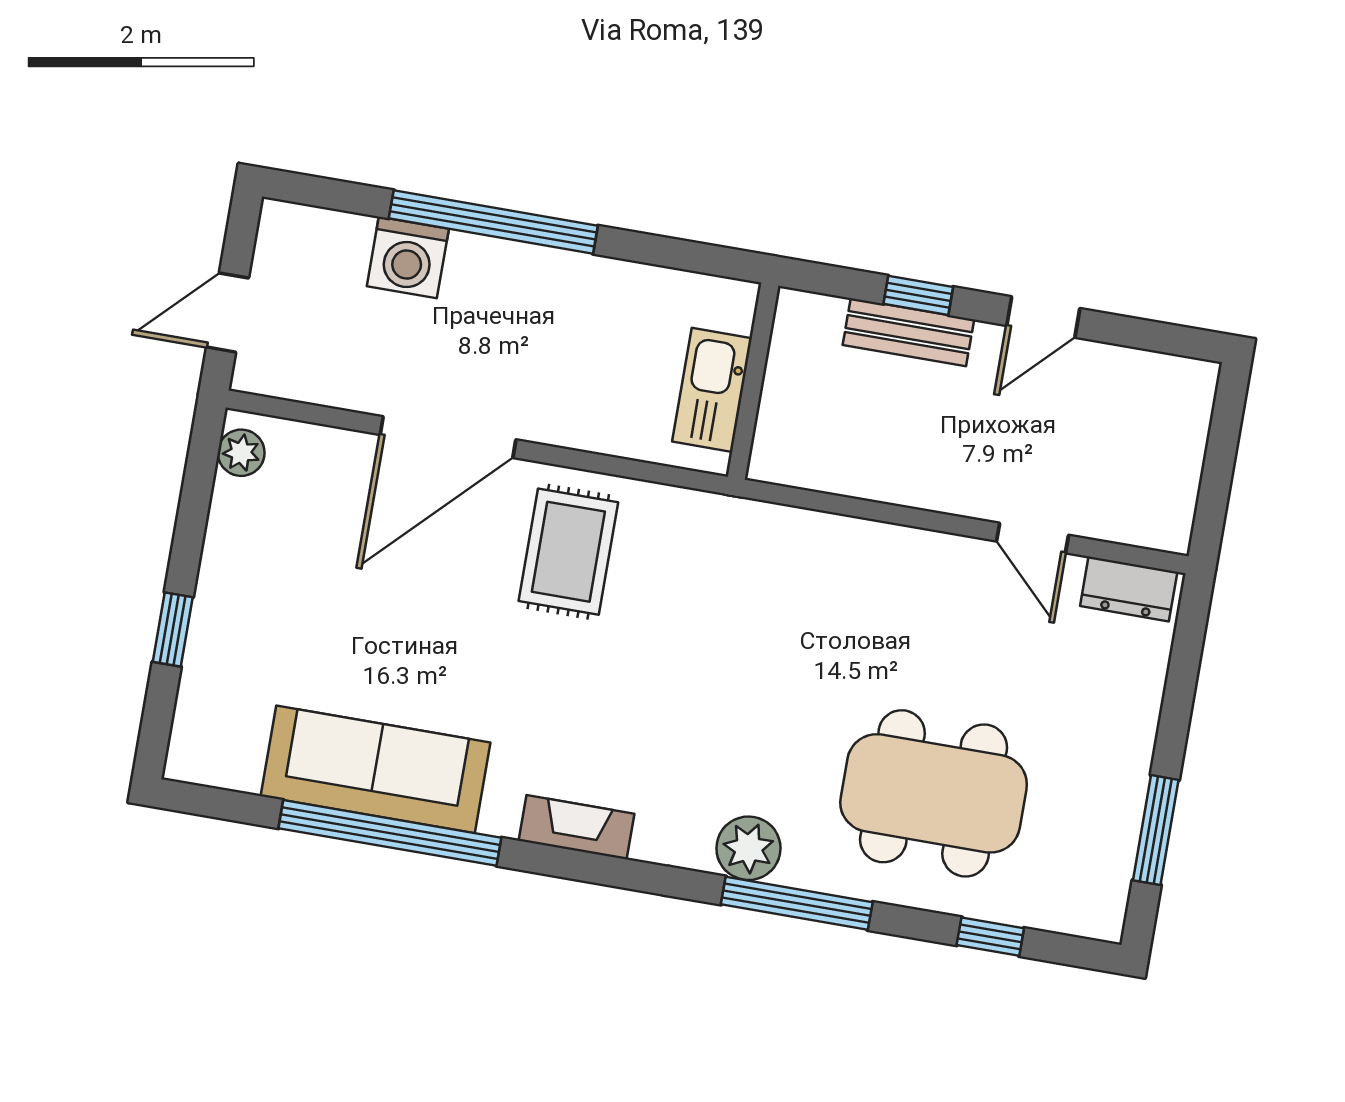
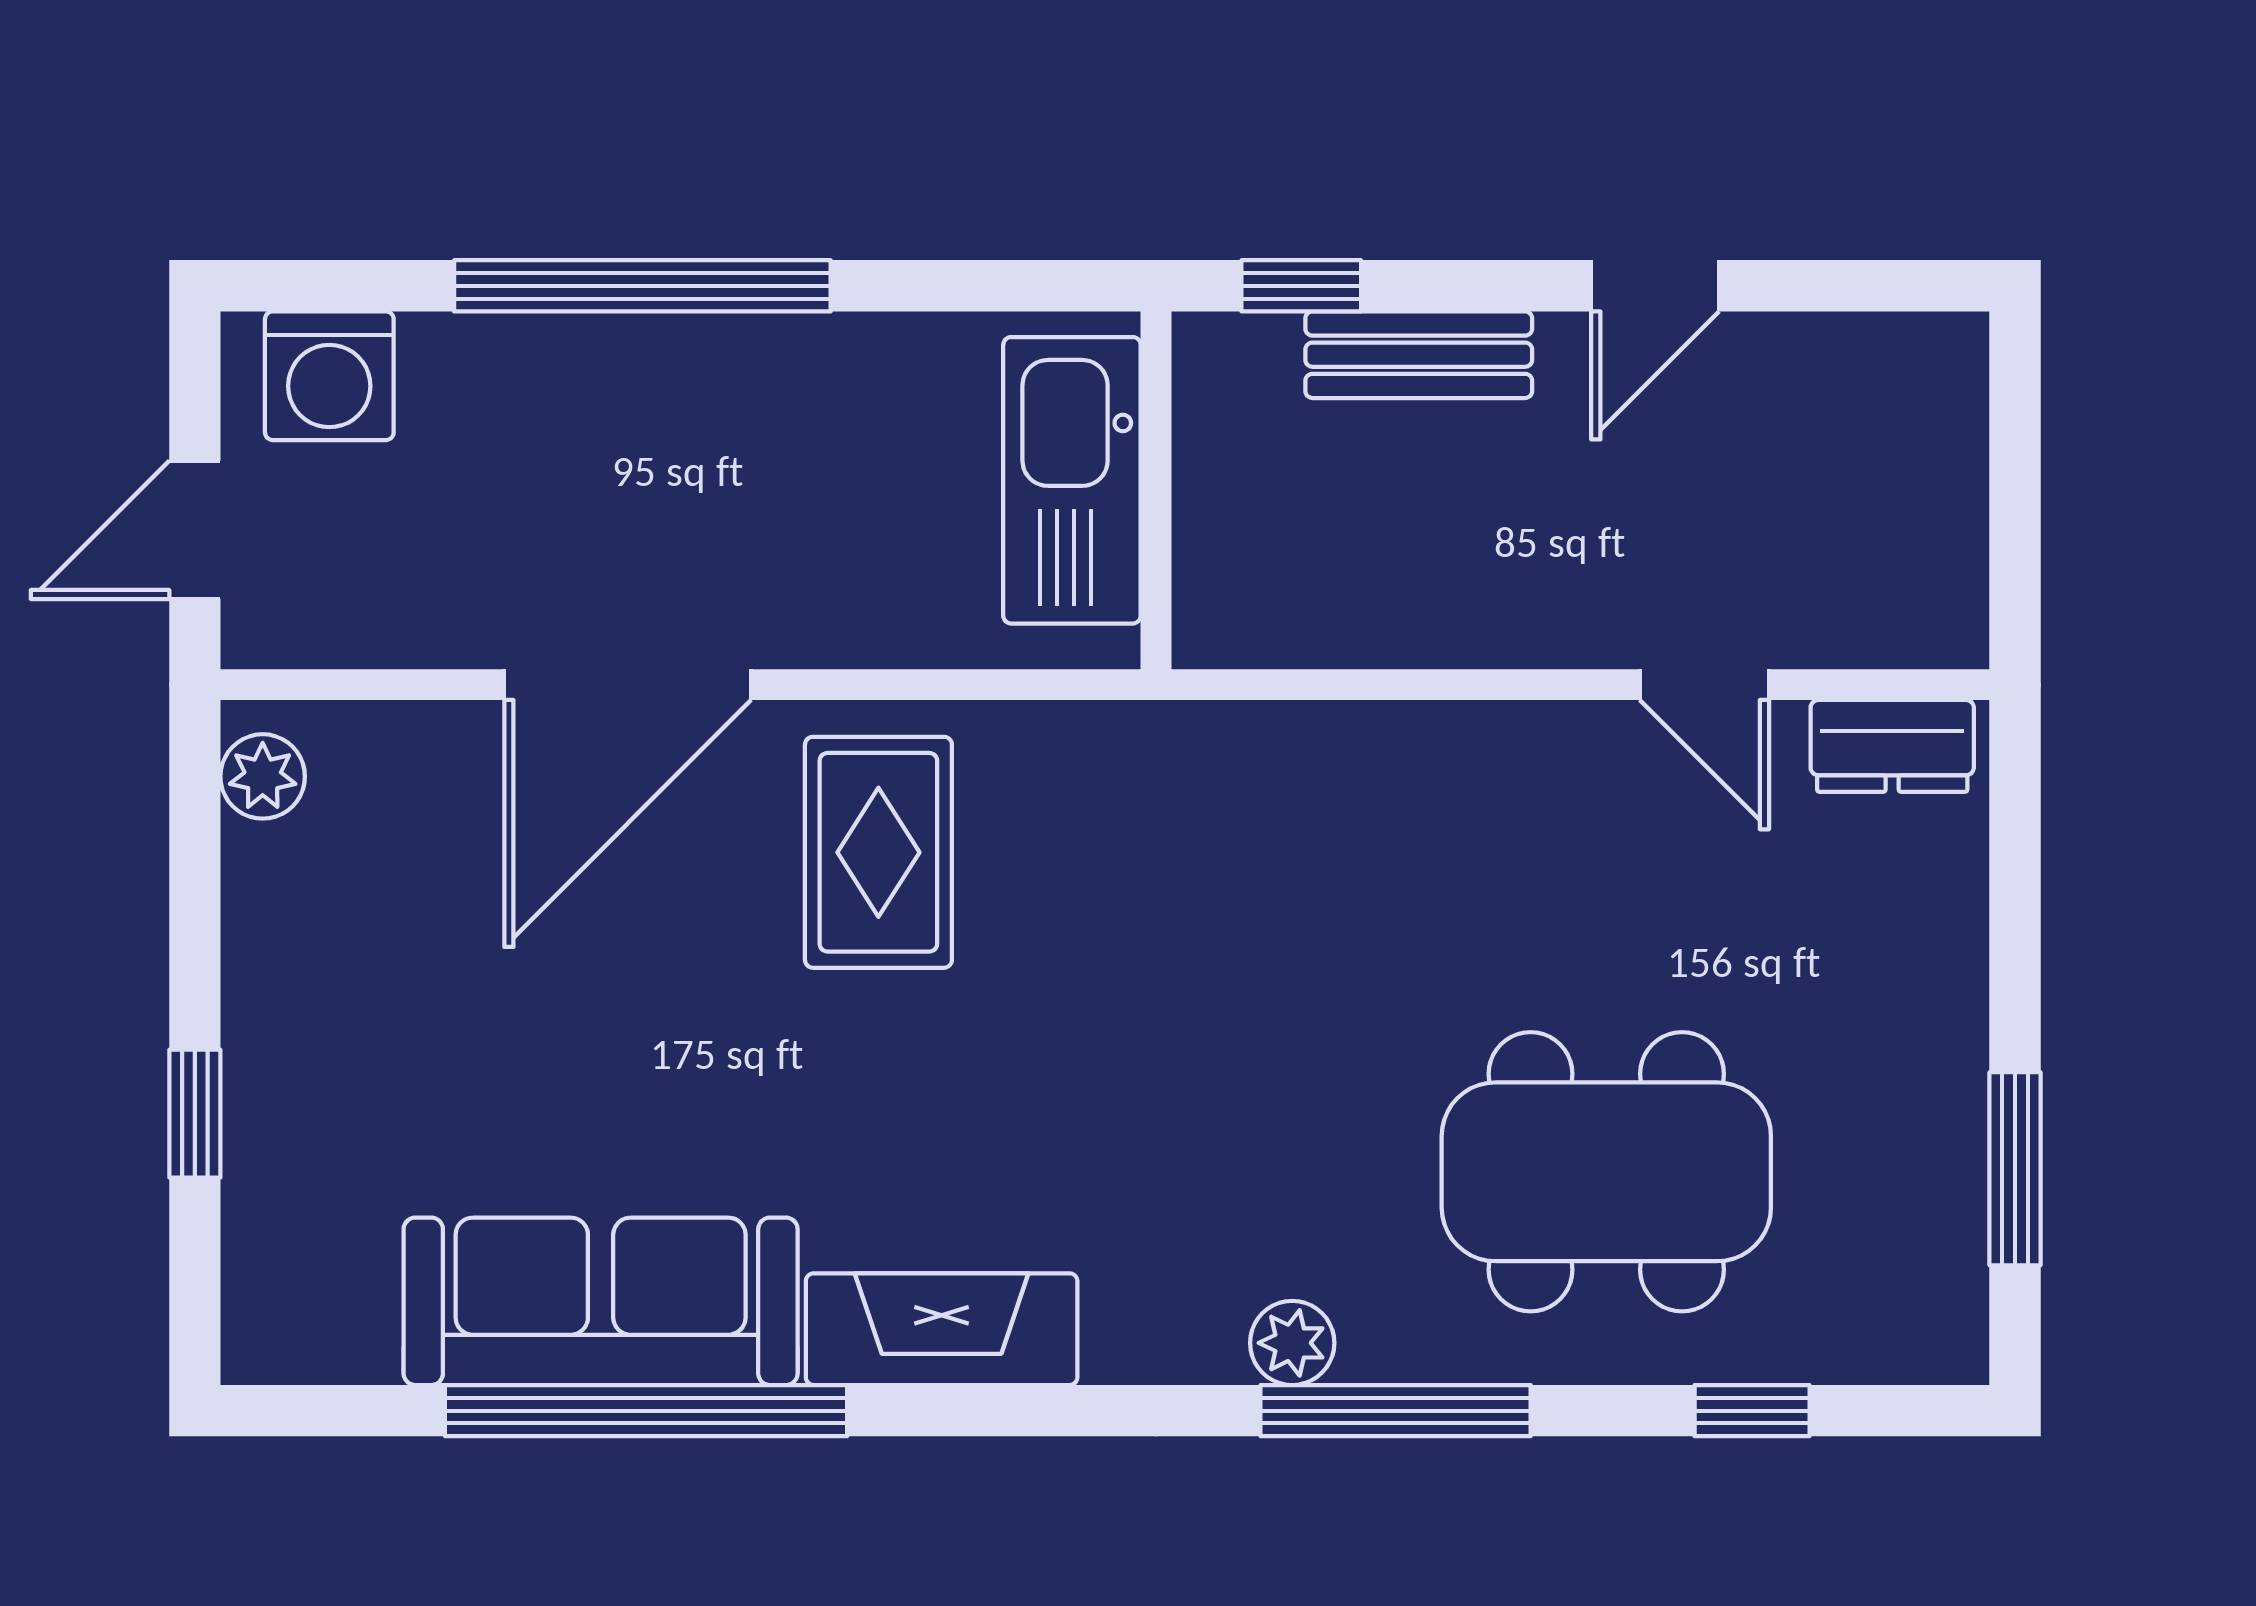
washing machine: (408, 258) -> (329, 376), moved
window: (918, 295) -> (1301, 286), moved
kitchen sink: (712, 390) -> (1072, 480), width x1.36, depth x1.24
fireplace: (577, 827) -> (942, 1329), width x1.37, depth x1.32
plant: (748, 848) -> (1292, 1343), width x0.73, depth x0.73

